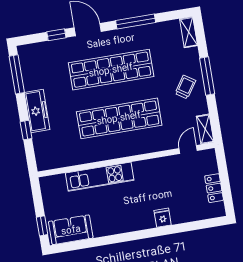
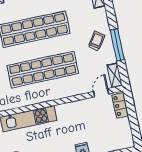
window: (207, 76) -> (117, 45), moved
locker: (214, 188) -> (120, 105), moved

